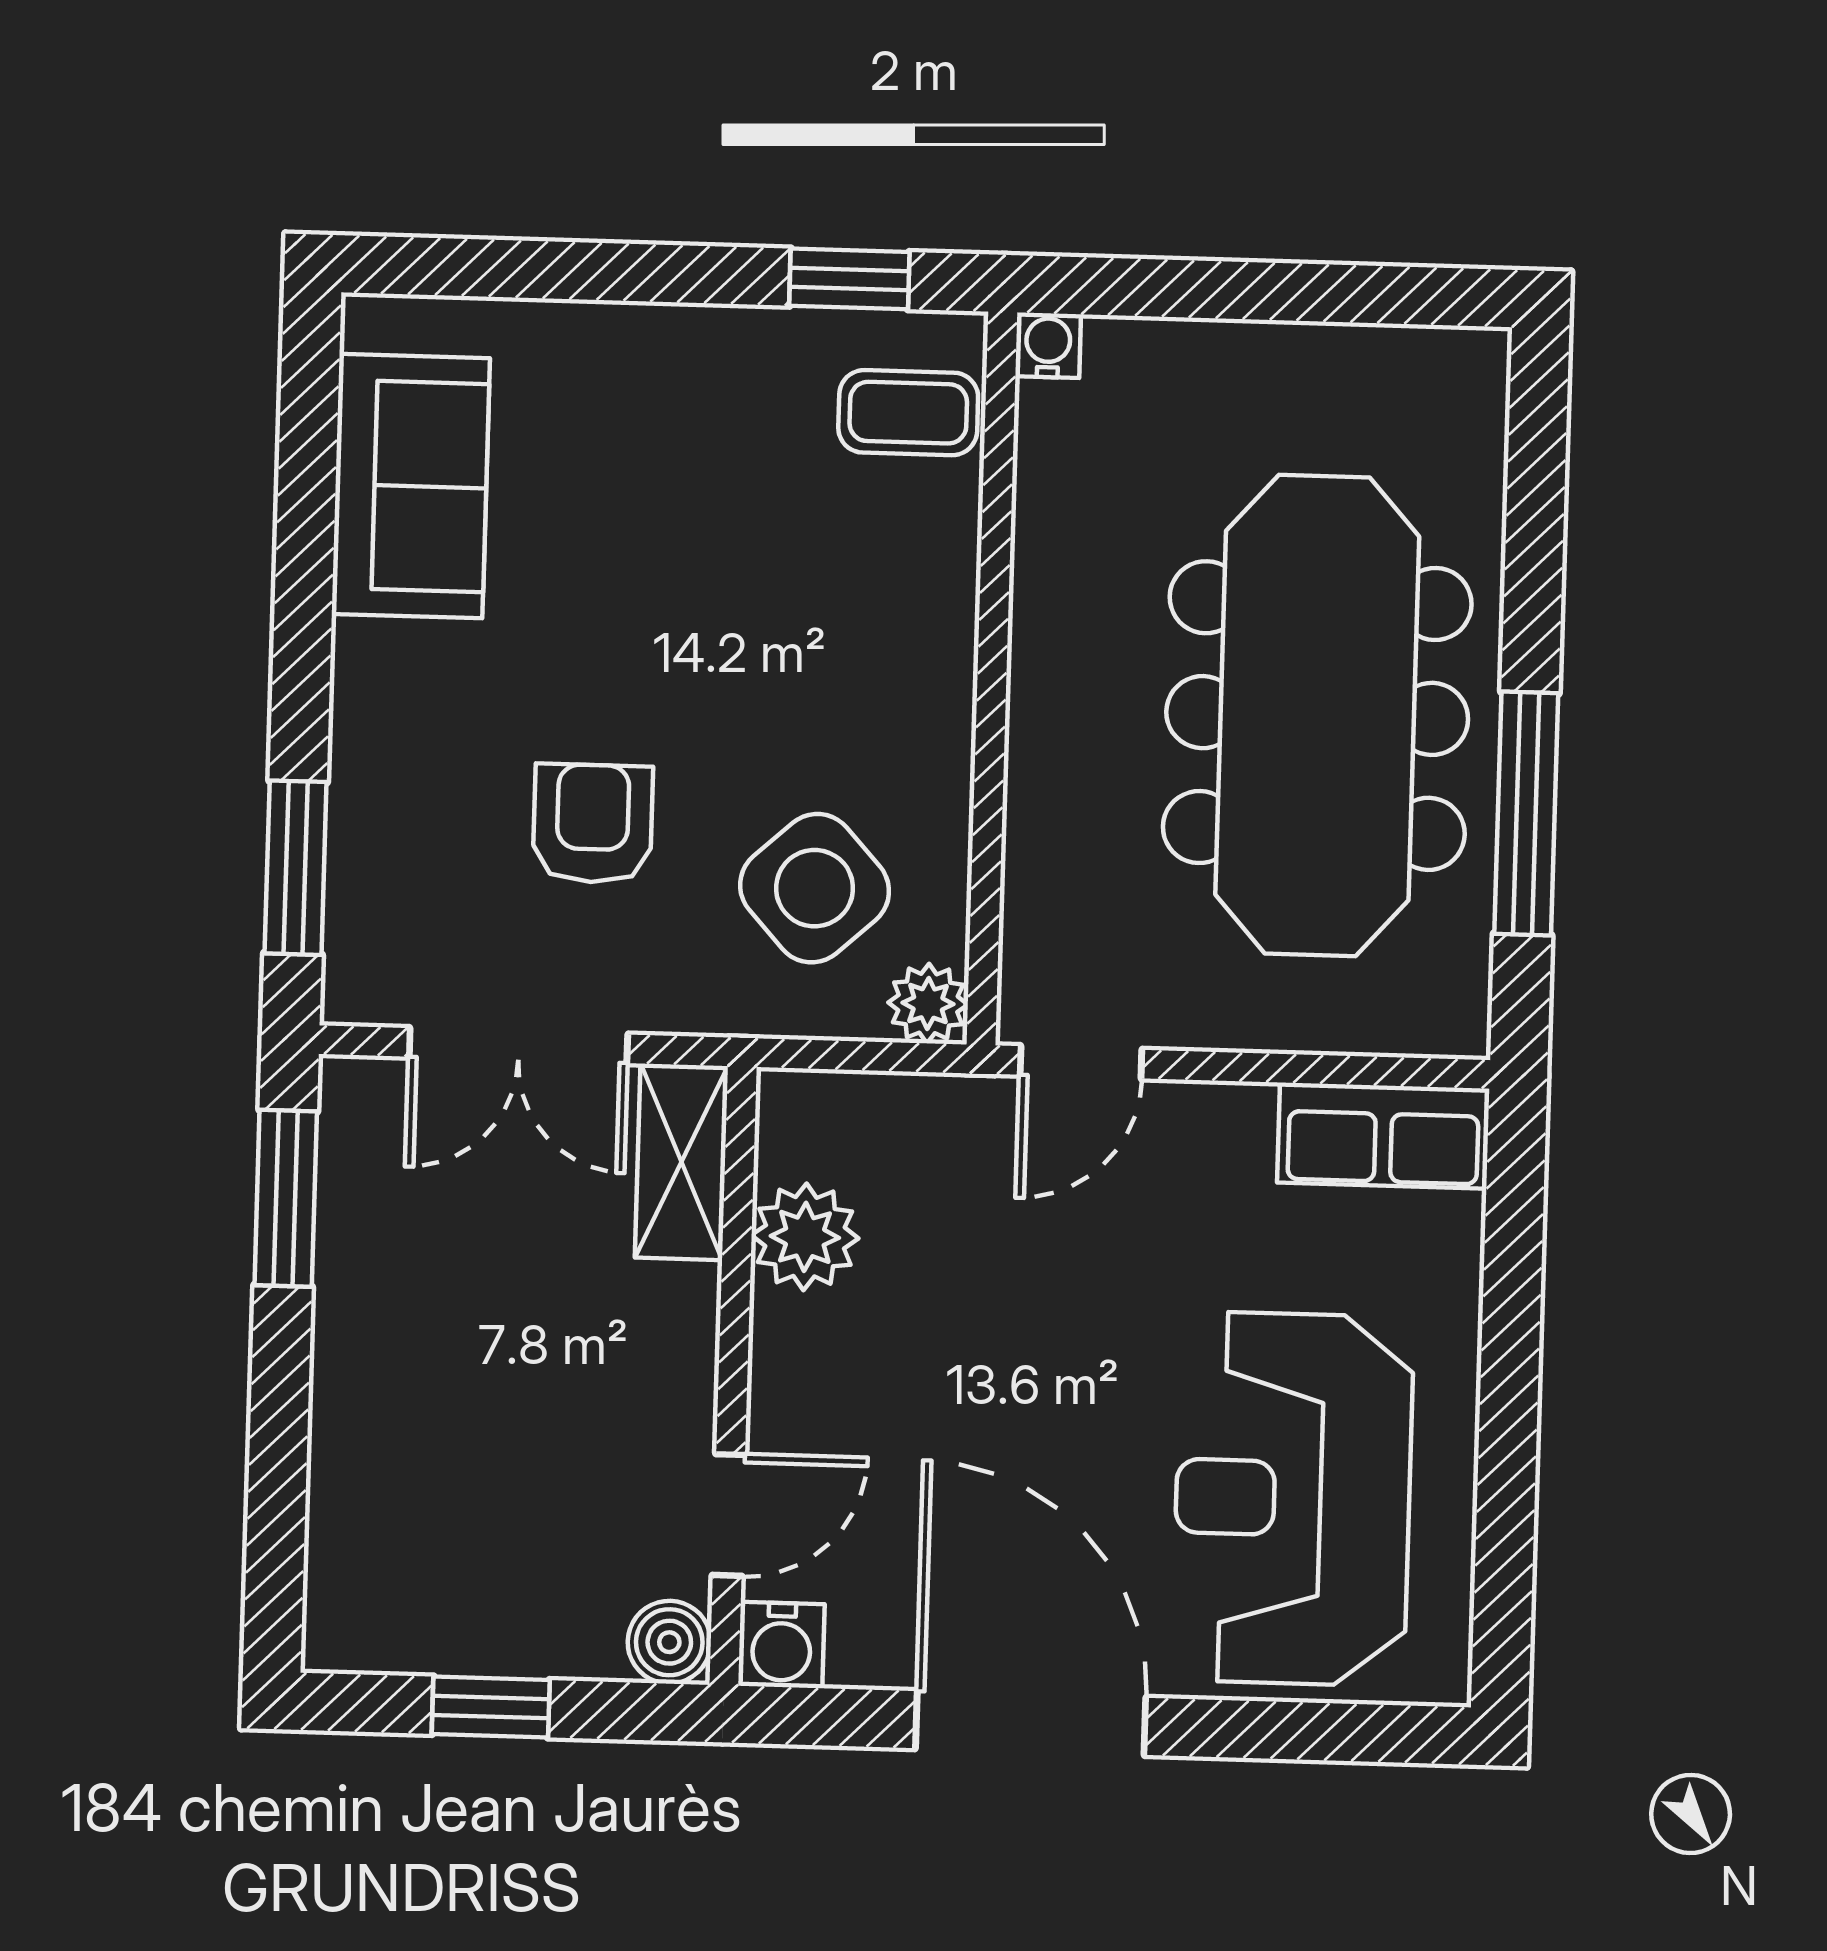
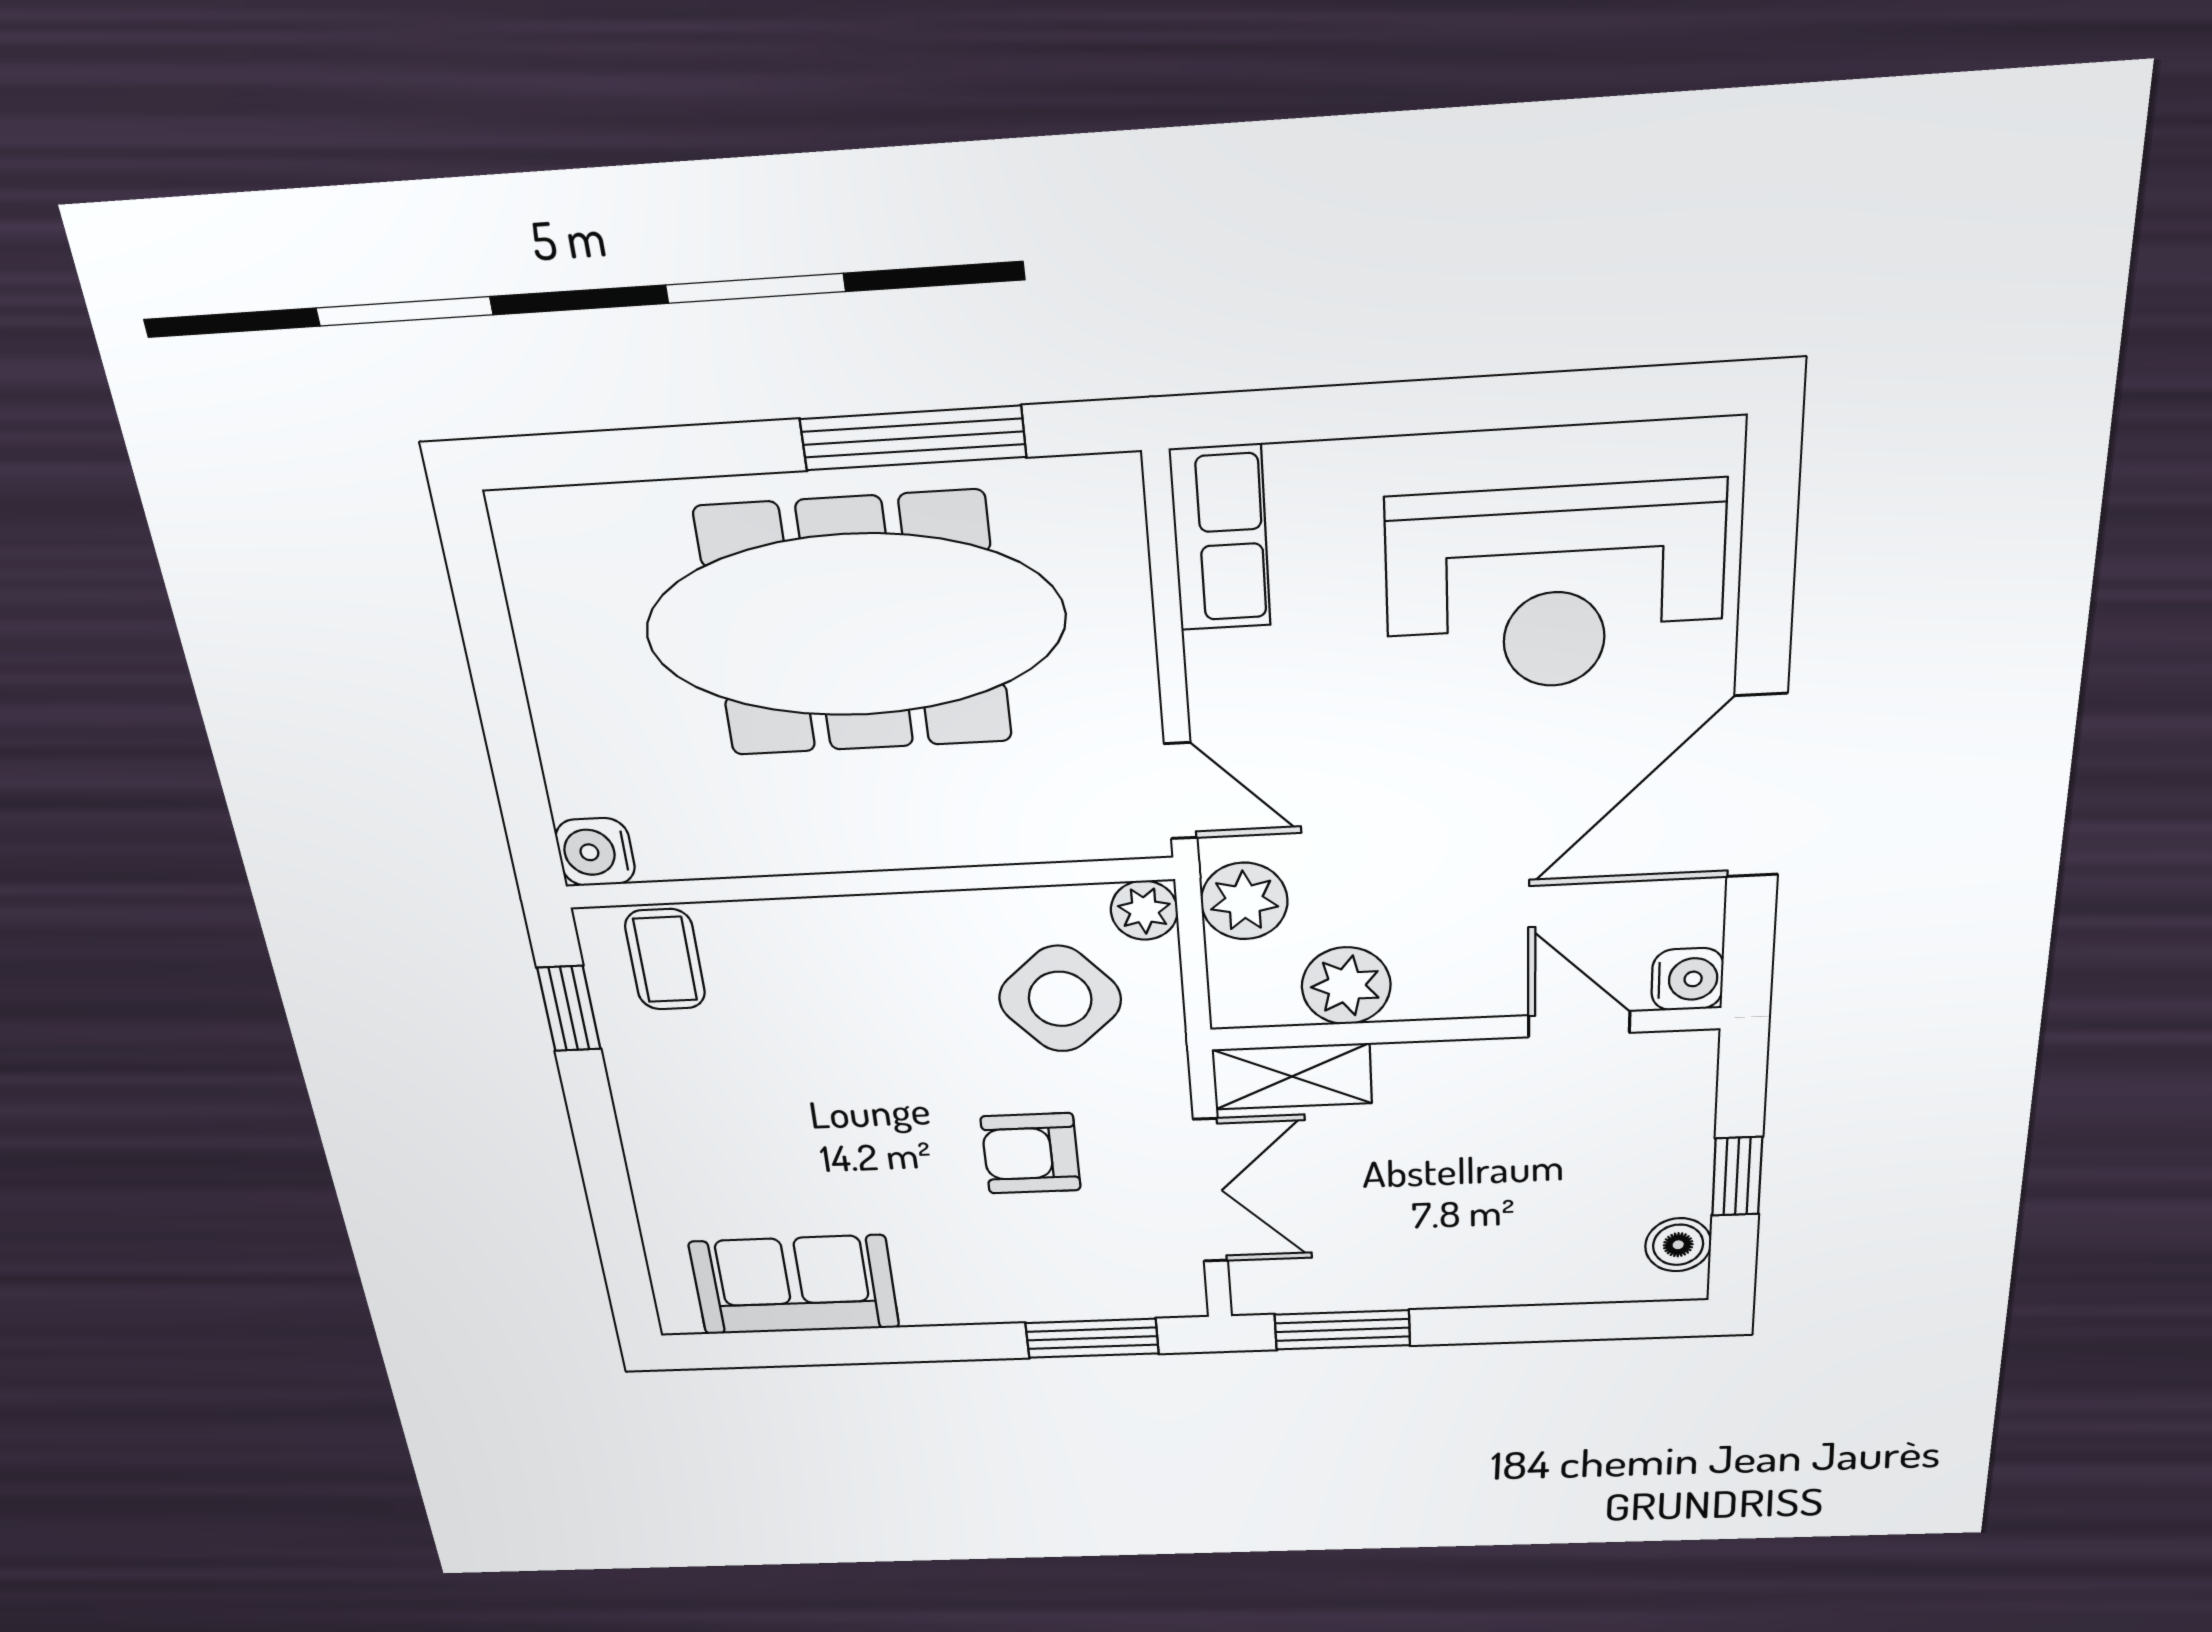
water cooler: (1048, 345) -> (595, 852), width x1.38, depth x1.38
plant: (931, 1124) -> (1244, 901), added
boiler: (669, 1642) -> (1678, 1245), moved

